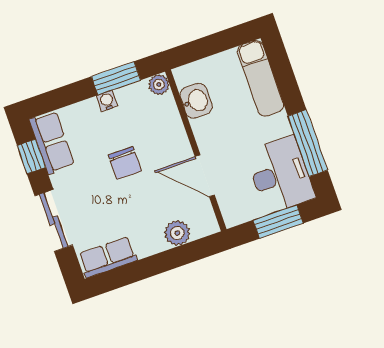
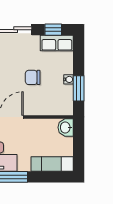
plant: (159, 85) -> (68, 110), removed
washbasin: (196, 101) -> (66, 127), moved, turned 90

